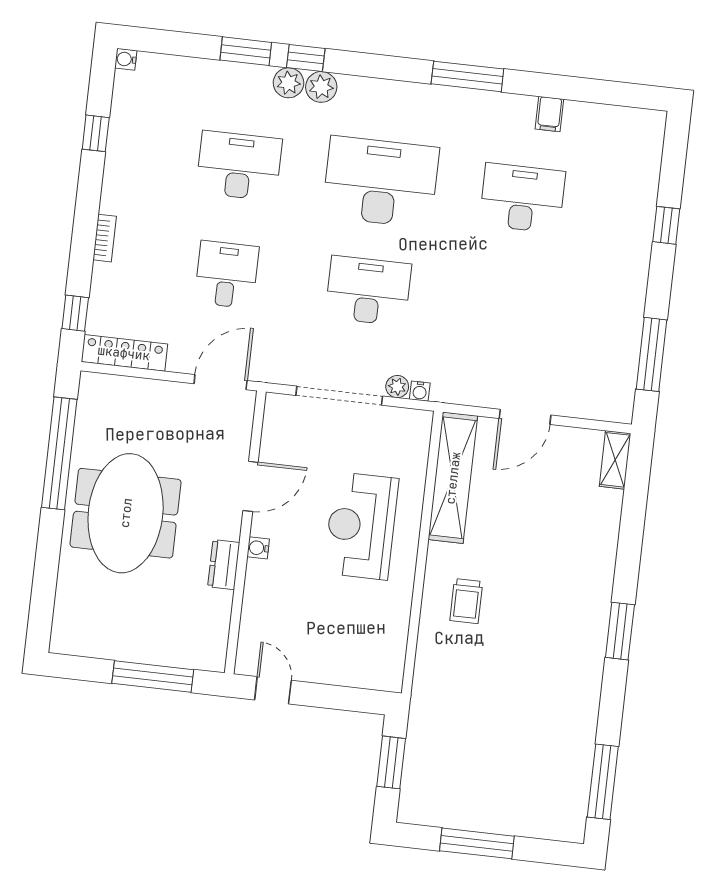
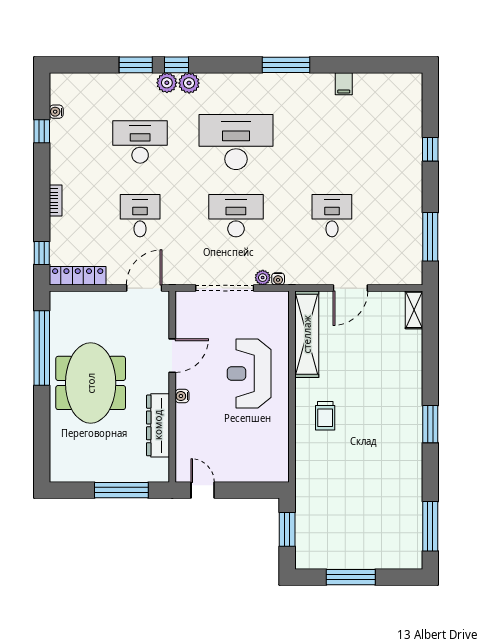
water cooler: (126, 59) -> (56, 112), moved
desk: (522, 198) -> (332, 216), moved, width x0.73
dresser: (224, 565) -> (158, 425), width x1.96, depth x1.24

